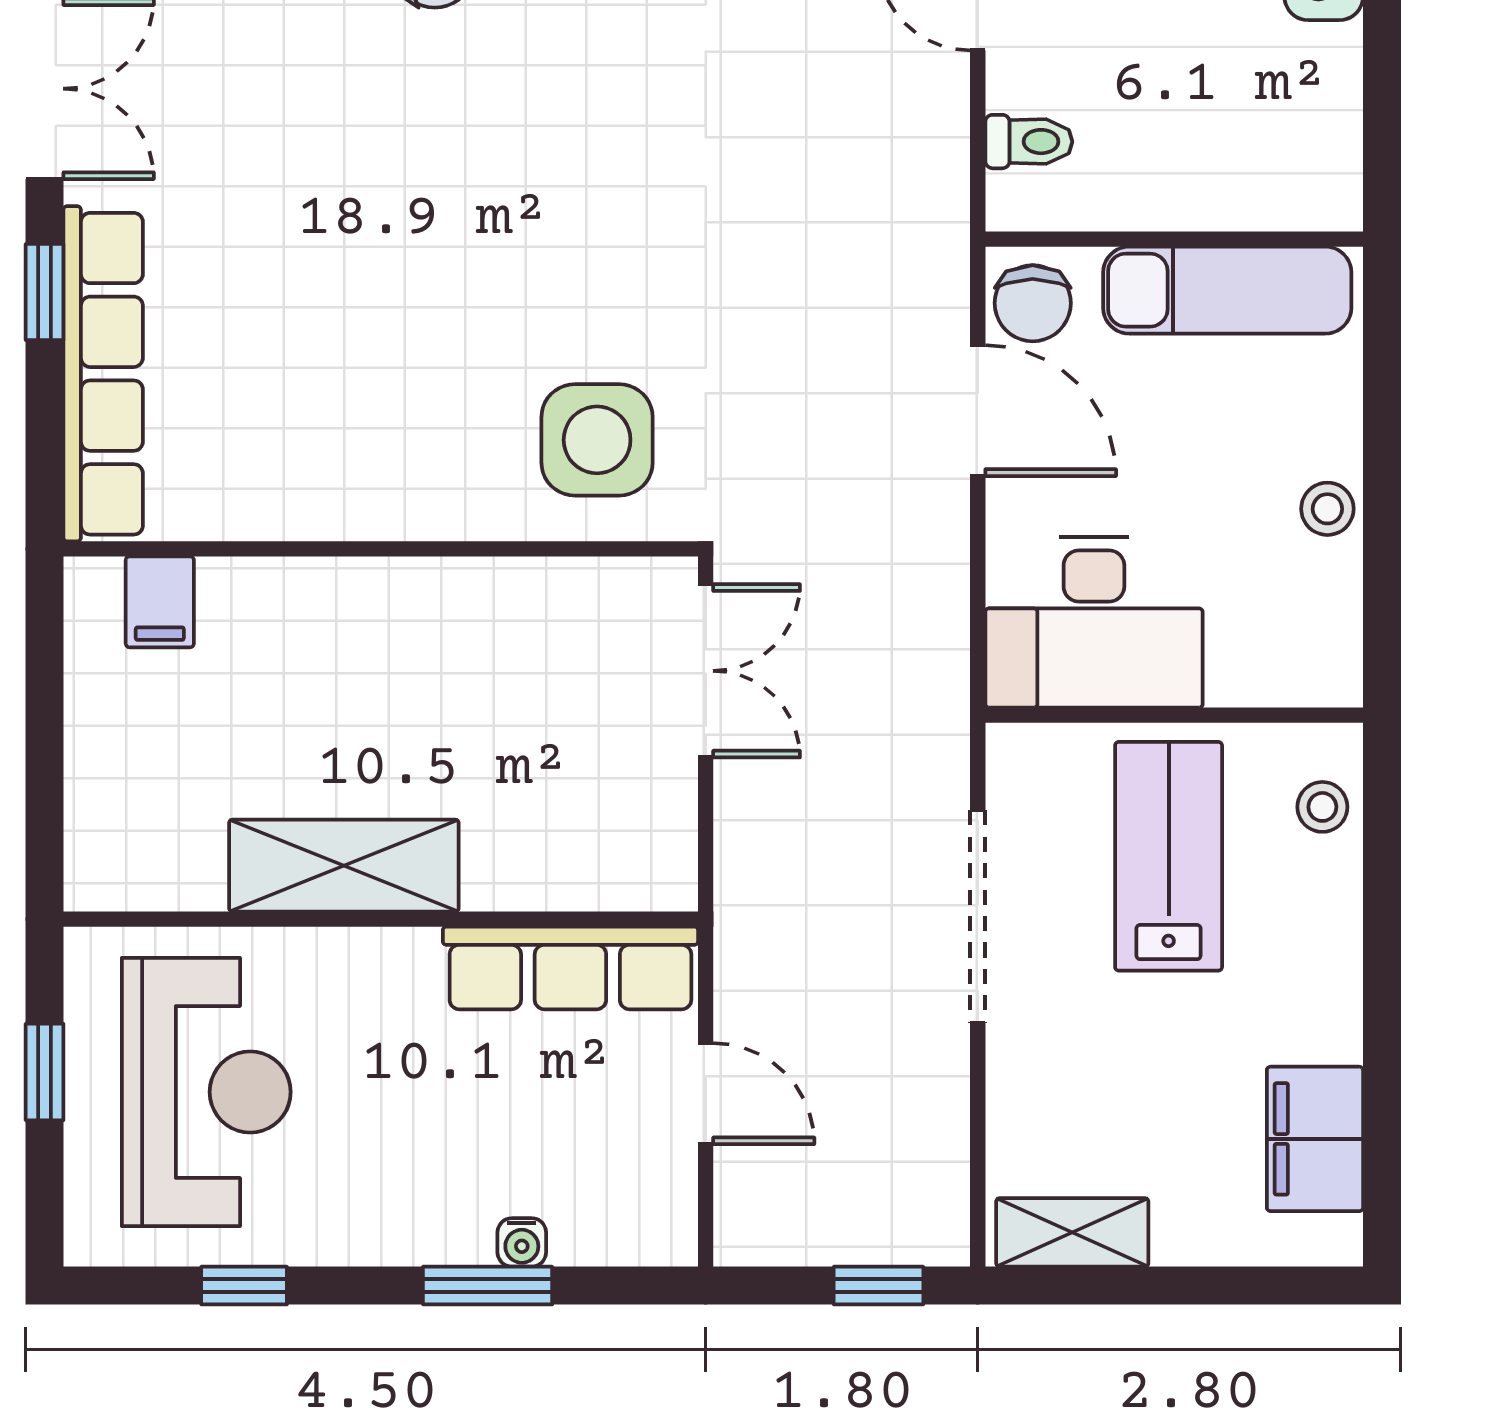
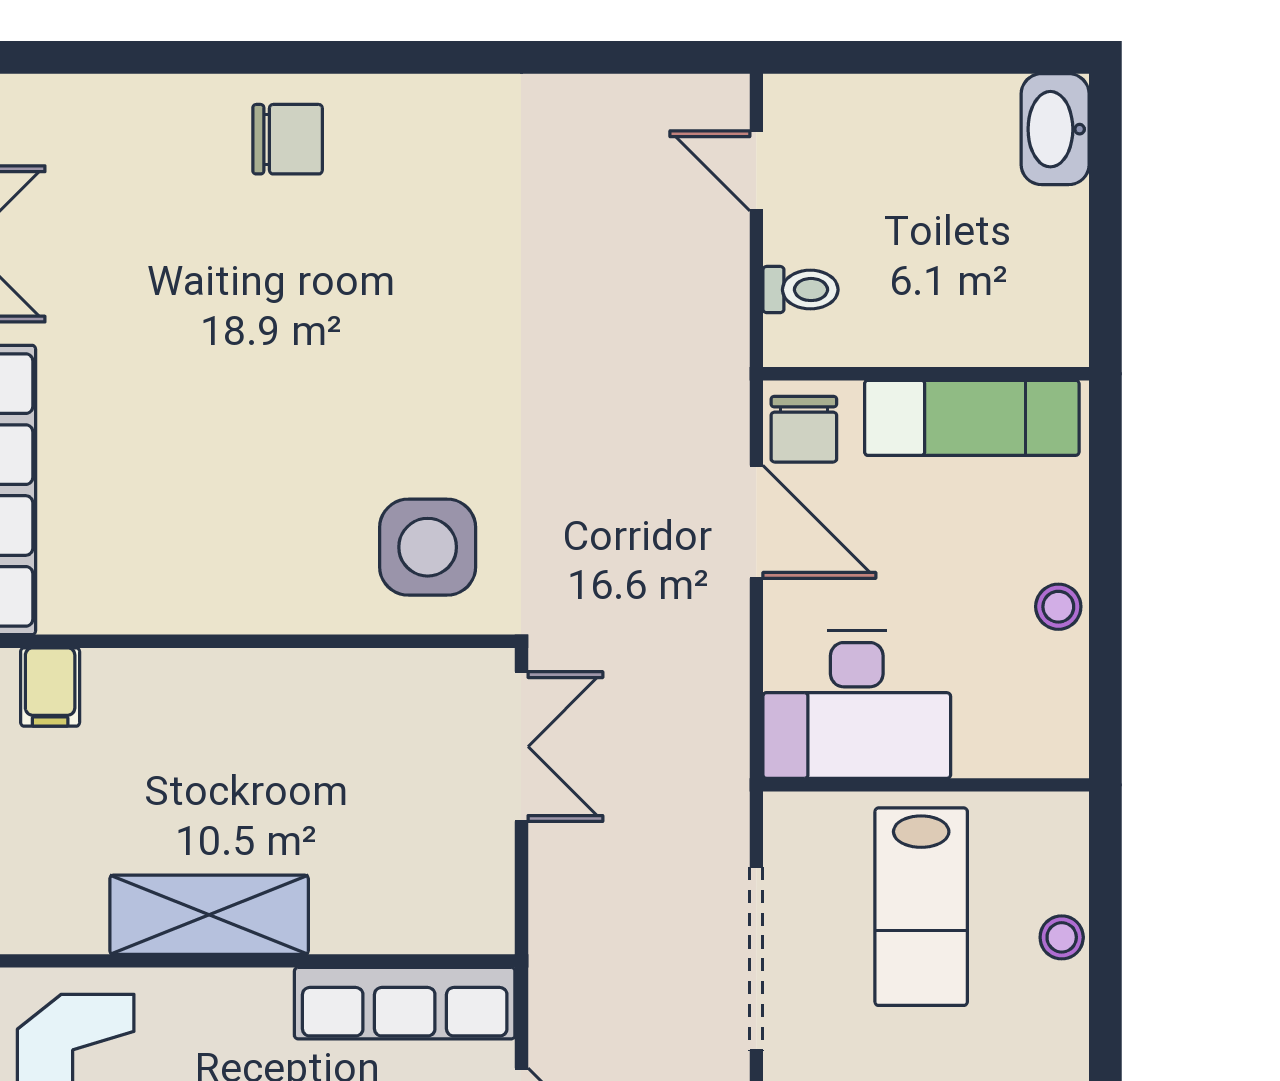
stool: (1322, 807) -> (1062, 937), moved
lab bench: (1169, 856) -> (921, 907), turned 180

